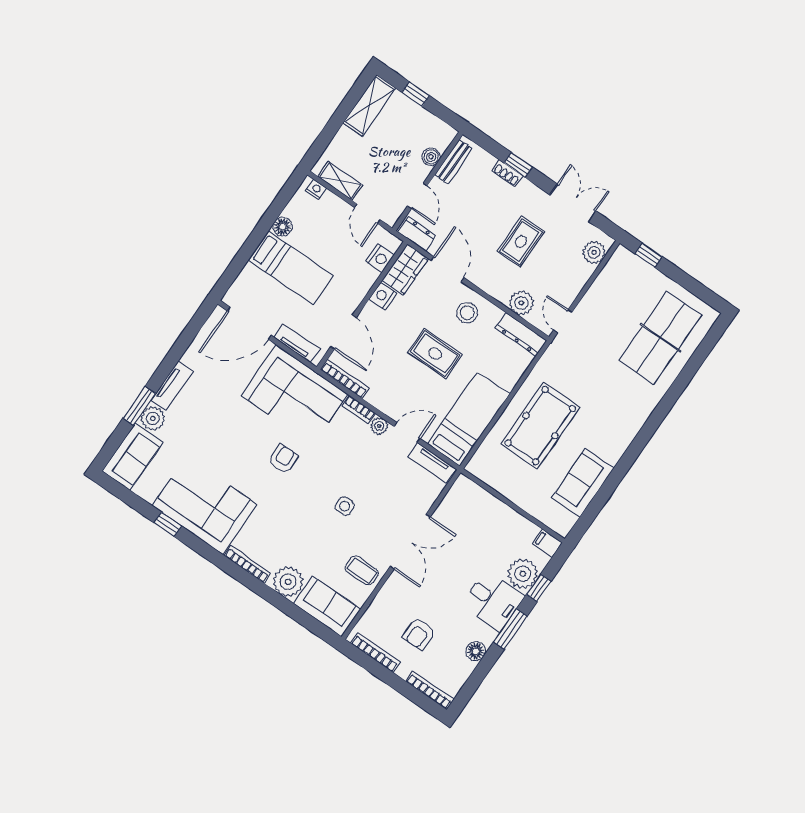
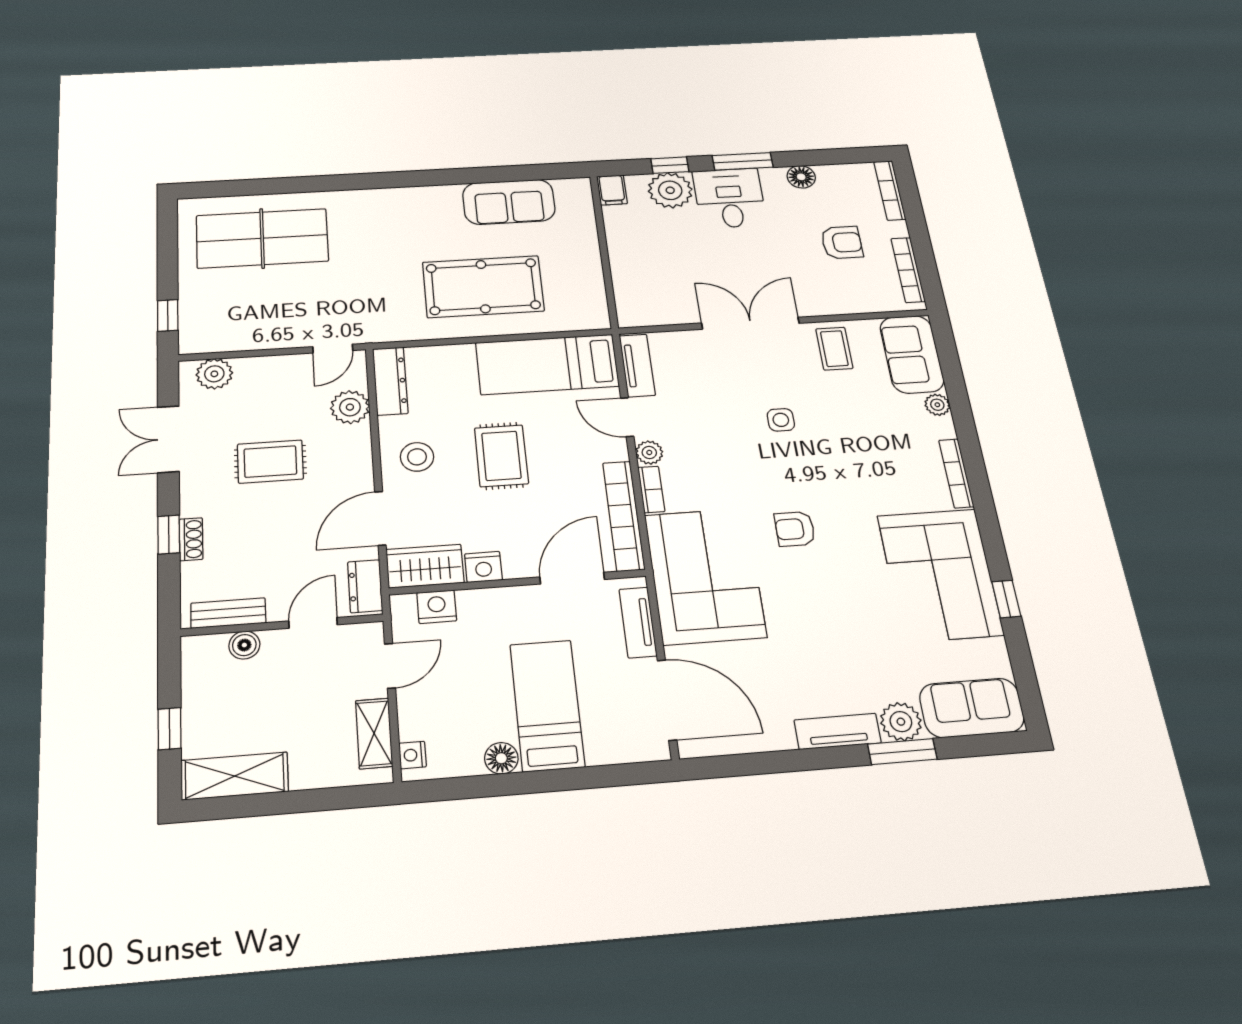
bookcase: (345, 379) -> (624, 516), width x1.48, depth x1.31
plant: (288, 582) -> (937, 405), width x0.53, depth x0.53

